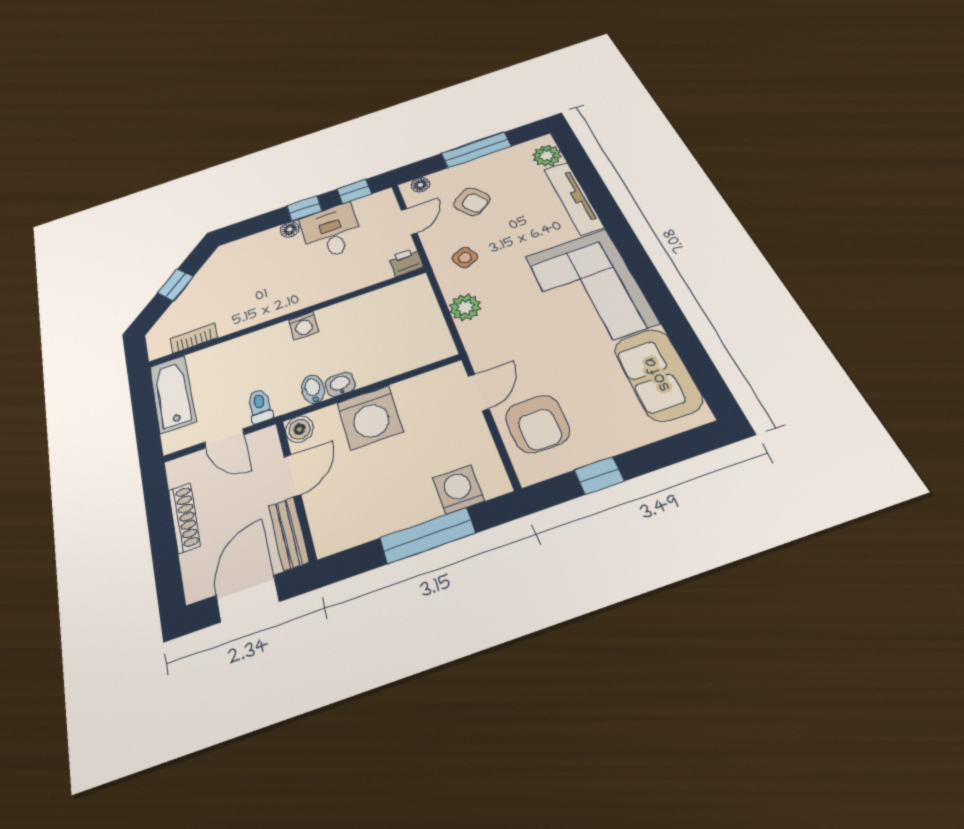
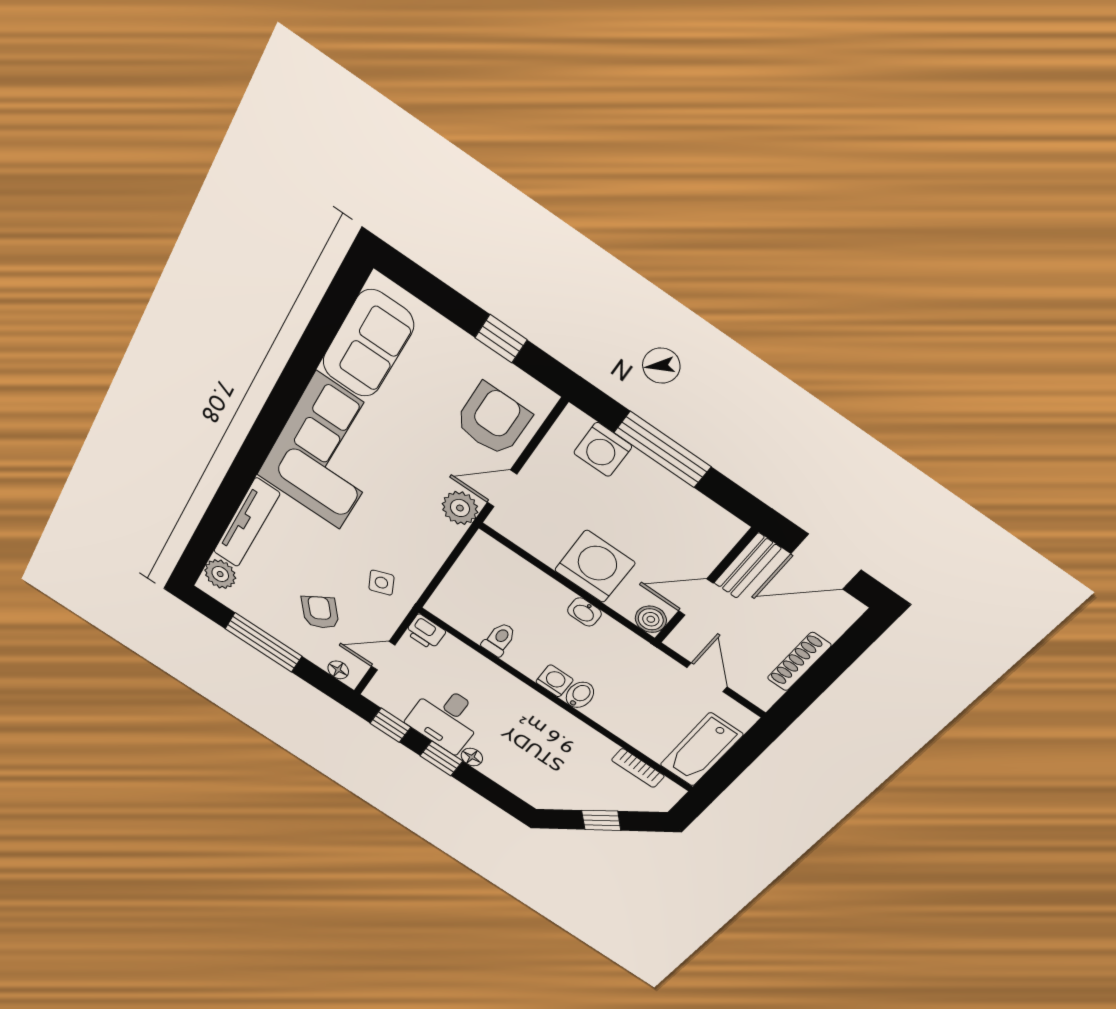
plant: (465, 307) -> (460, 508), moved
bidet: (313, 389) -> (580, 695), moved, turned 180
toilet: (260, 406) -> (499, 639), moved, turned 180

